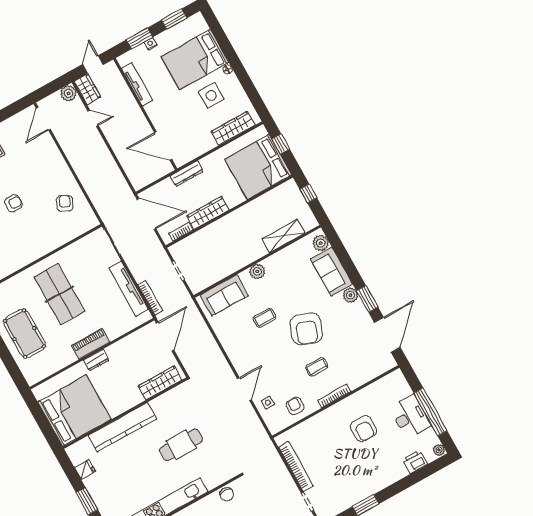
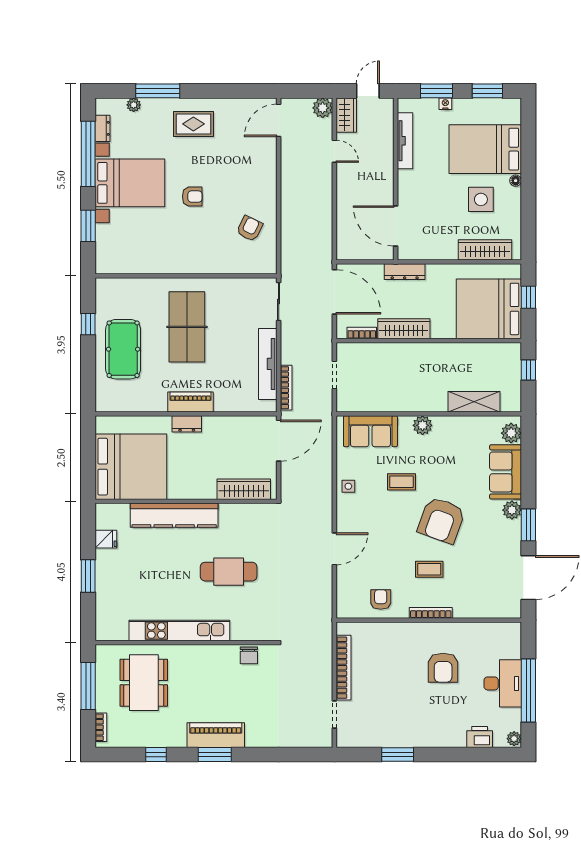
side table: (268, 403) -> (348, 486), moved

